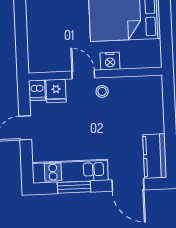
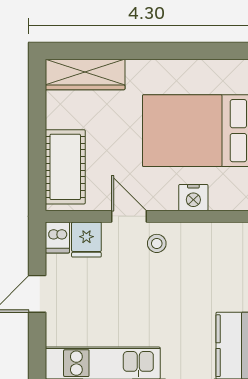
cot: (40, 44) -> (65, 167), added
nightstand: (110, 61) -> (193, 198), moved

